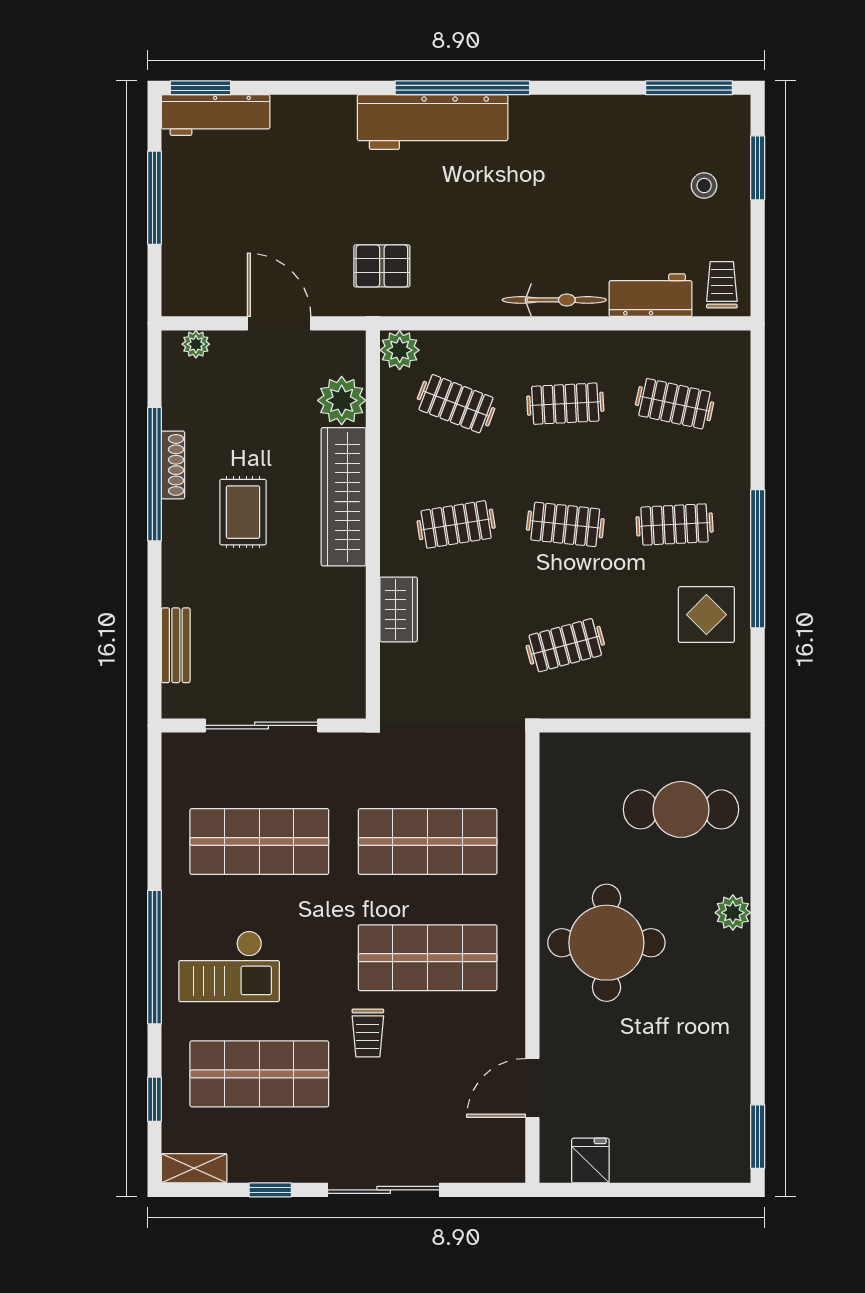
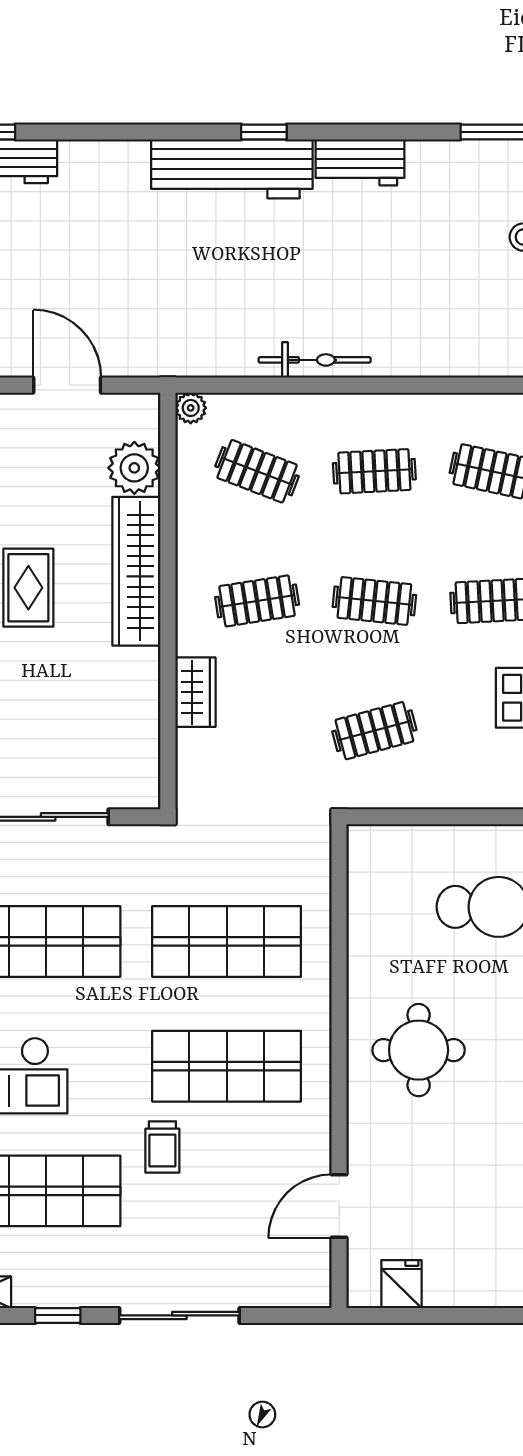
window: (462, 88) -> (264, 132), width x0.32
pallet: (382, 266) -> (177, 323), removed
workbench: (651, 295) -> (360, 162), moved, turned 180
bicycle: (554, 300) -> (315, 360), moved
plant: (400, 350) -> (191, 408), width x0.73, depth x0.73
round table: (606, 943) -> (419, 1050), width x0.73, depth x0.73

